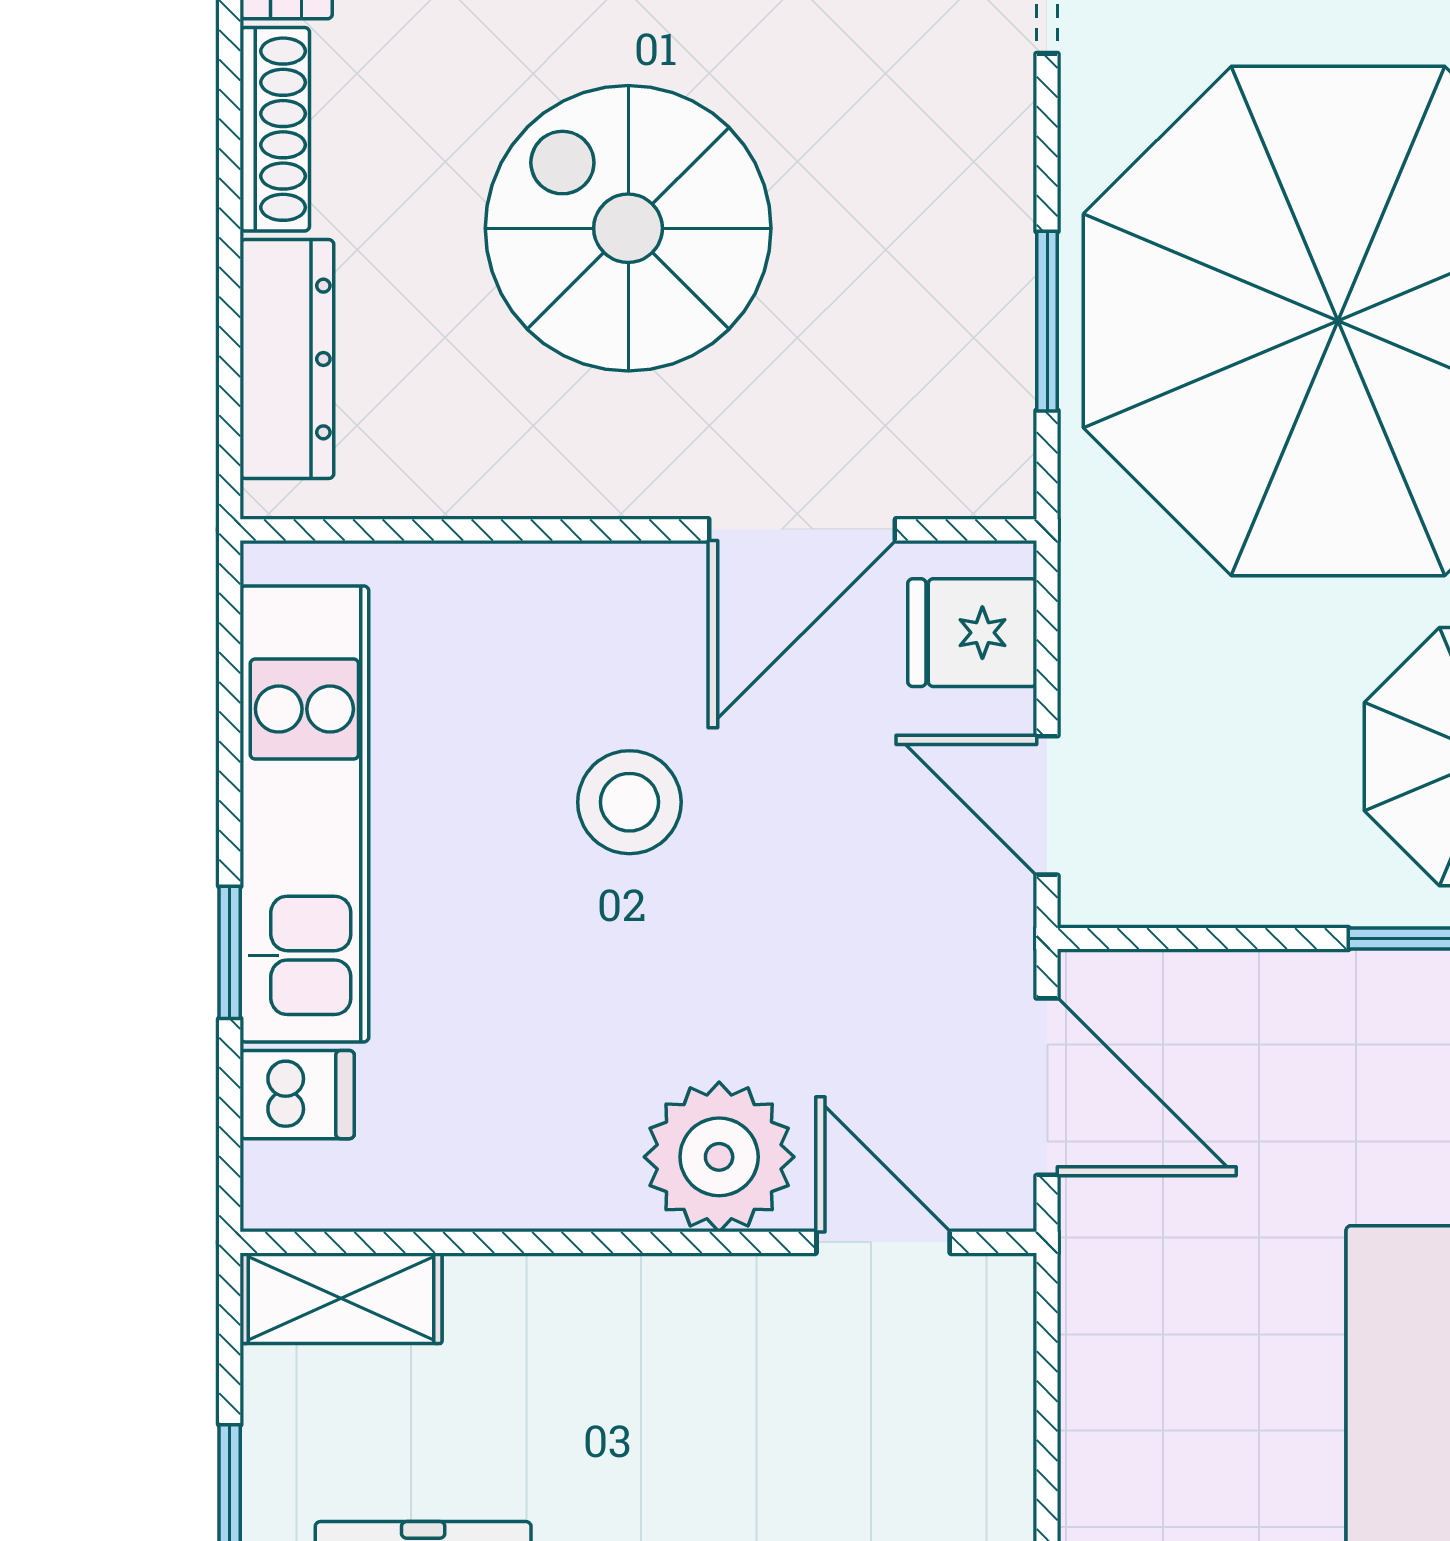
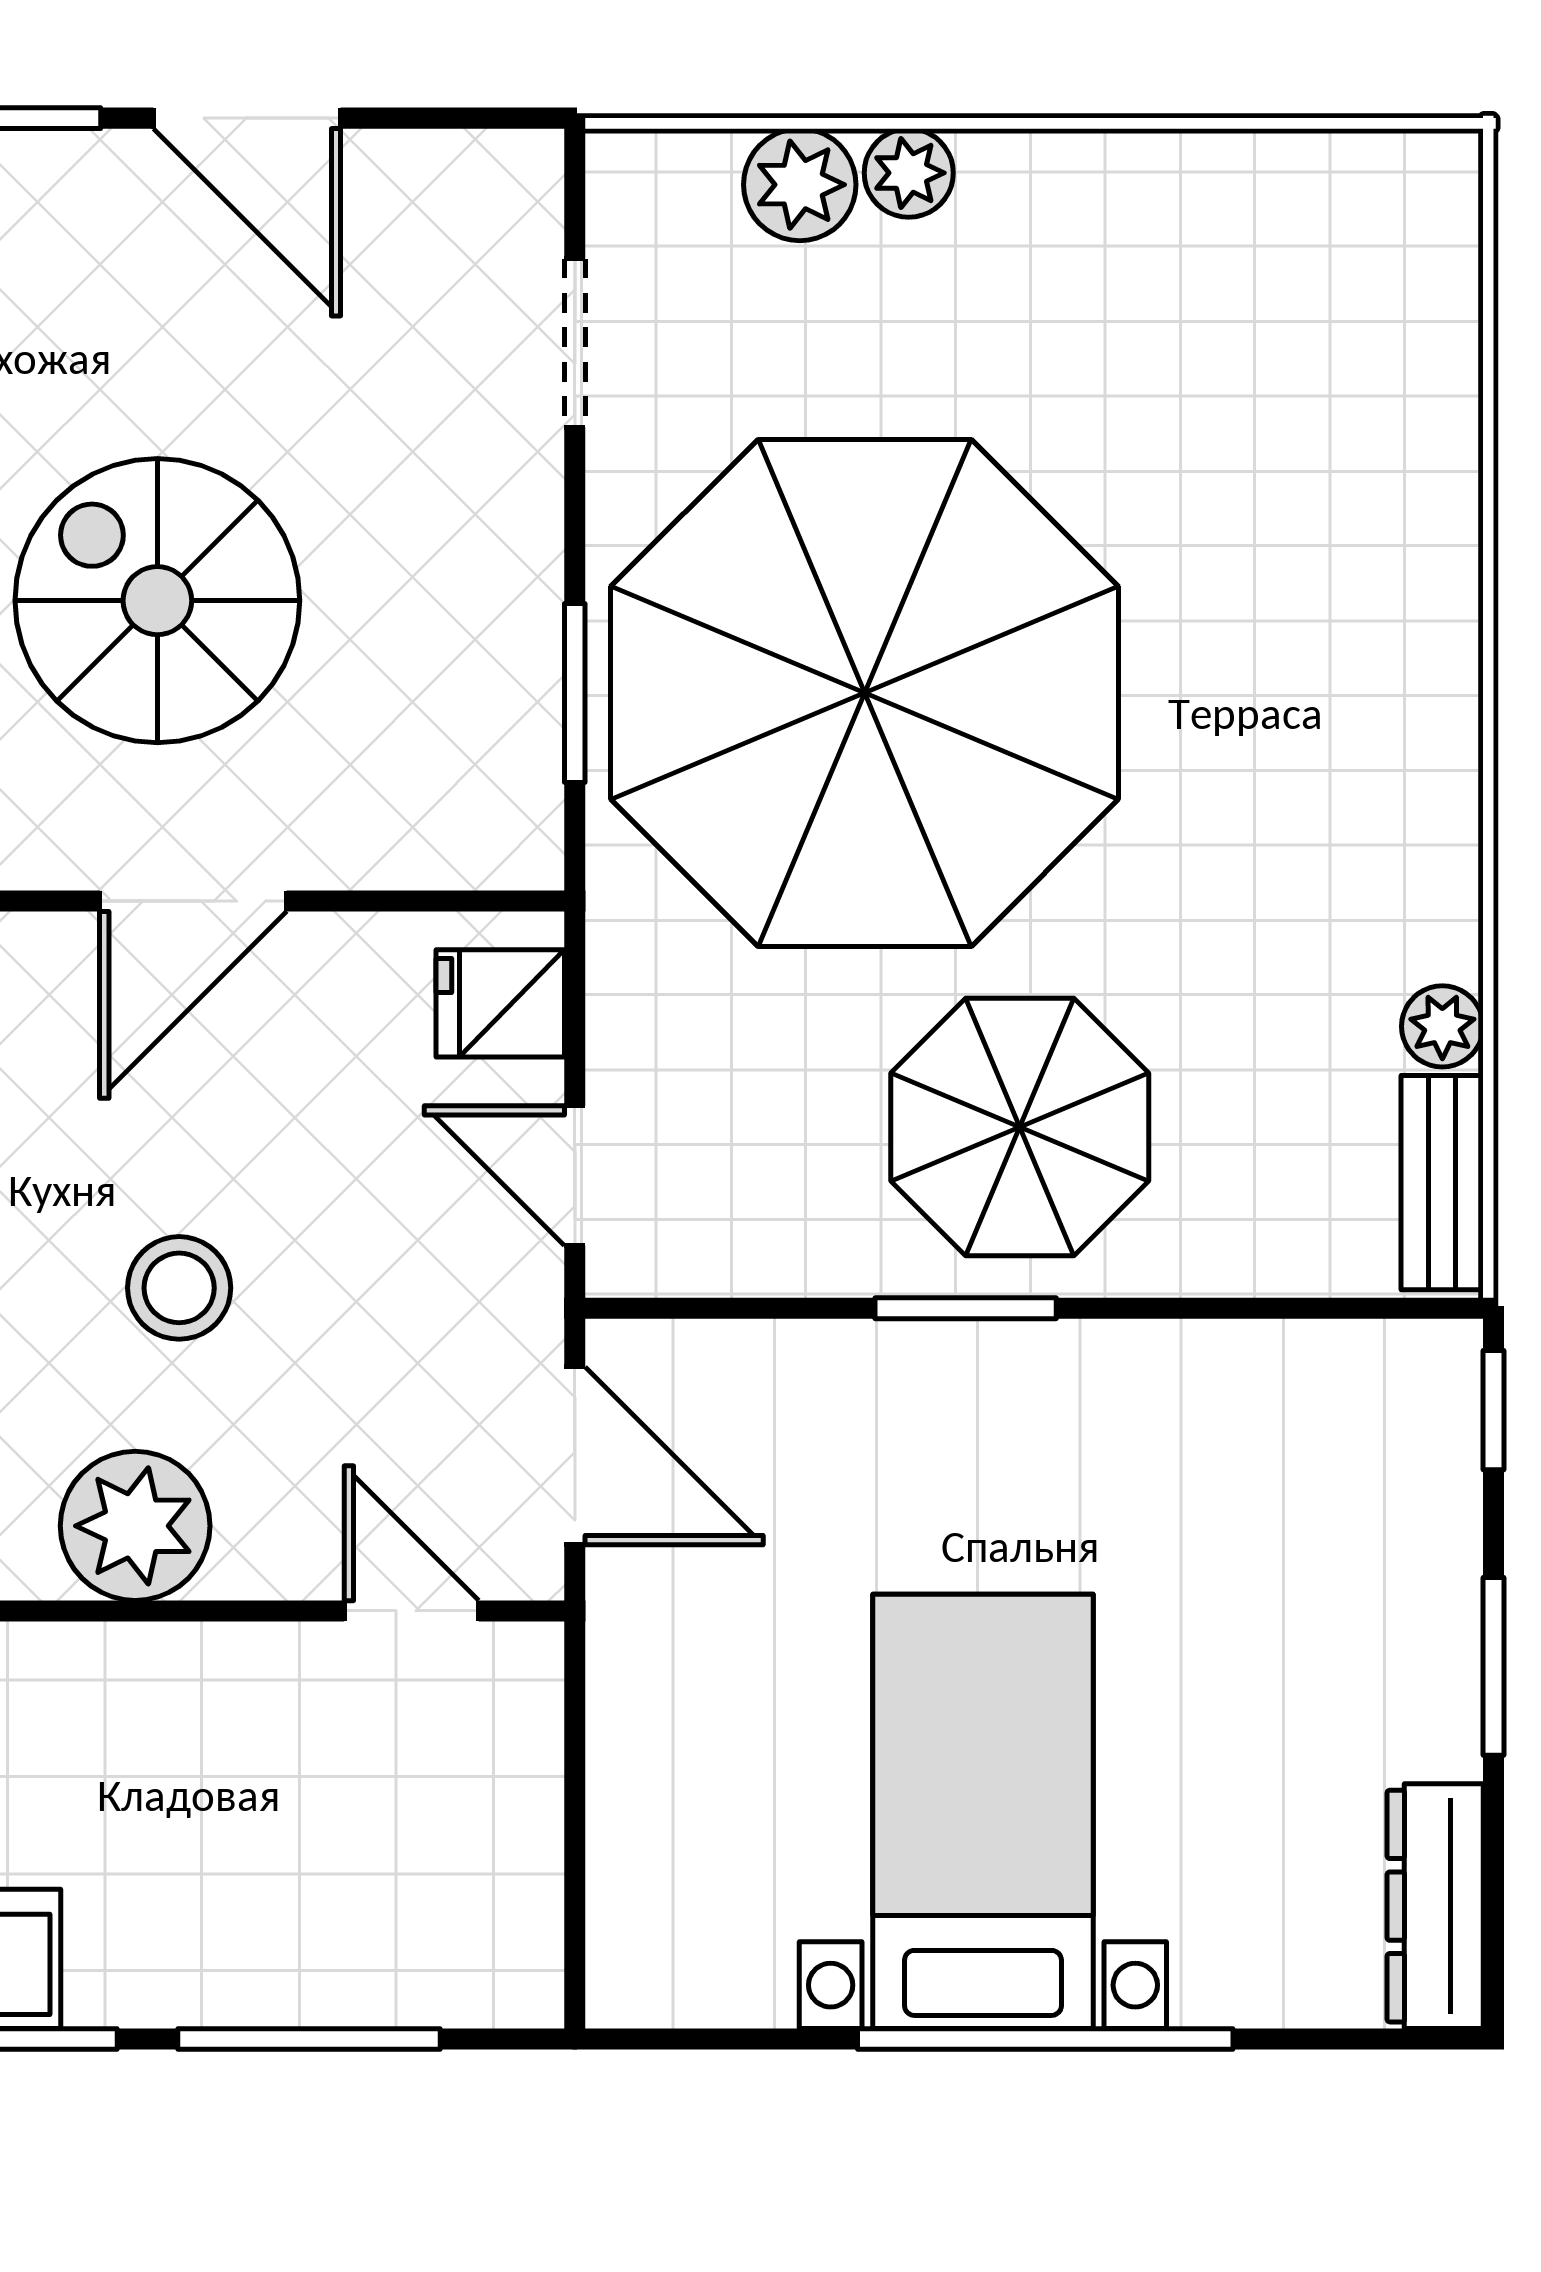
door: (802, 530) -> (193, 901), moved
stool: (629, 802) -> (179, 1288), moved
plant: (719, 1157) -> (135, 1526), moved

